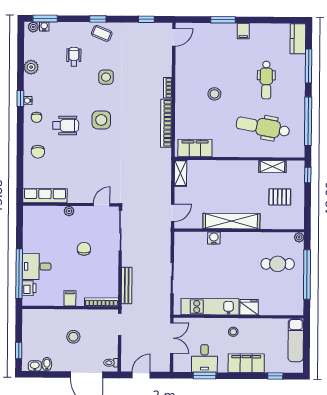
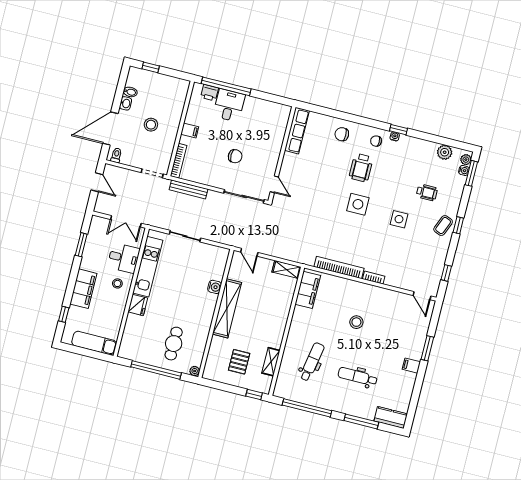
plant: (31, 67) -> (445, 152), moved
dental chair: (263, 127) -> (312, 362), width x0.73, depth x0.72
plant: (69, 211) -> (276, 151), removed
desk: (204, 358) -> (124, 258), moved, turned 180
washbasin: (35, 366) -> (126, 103), moved

